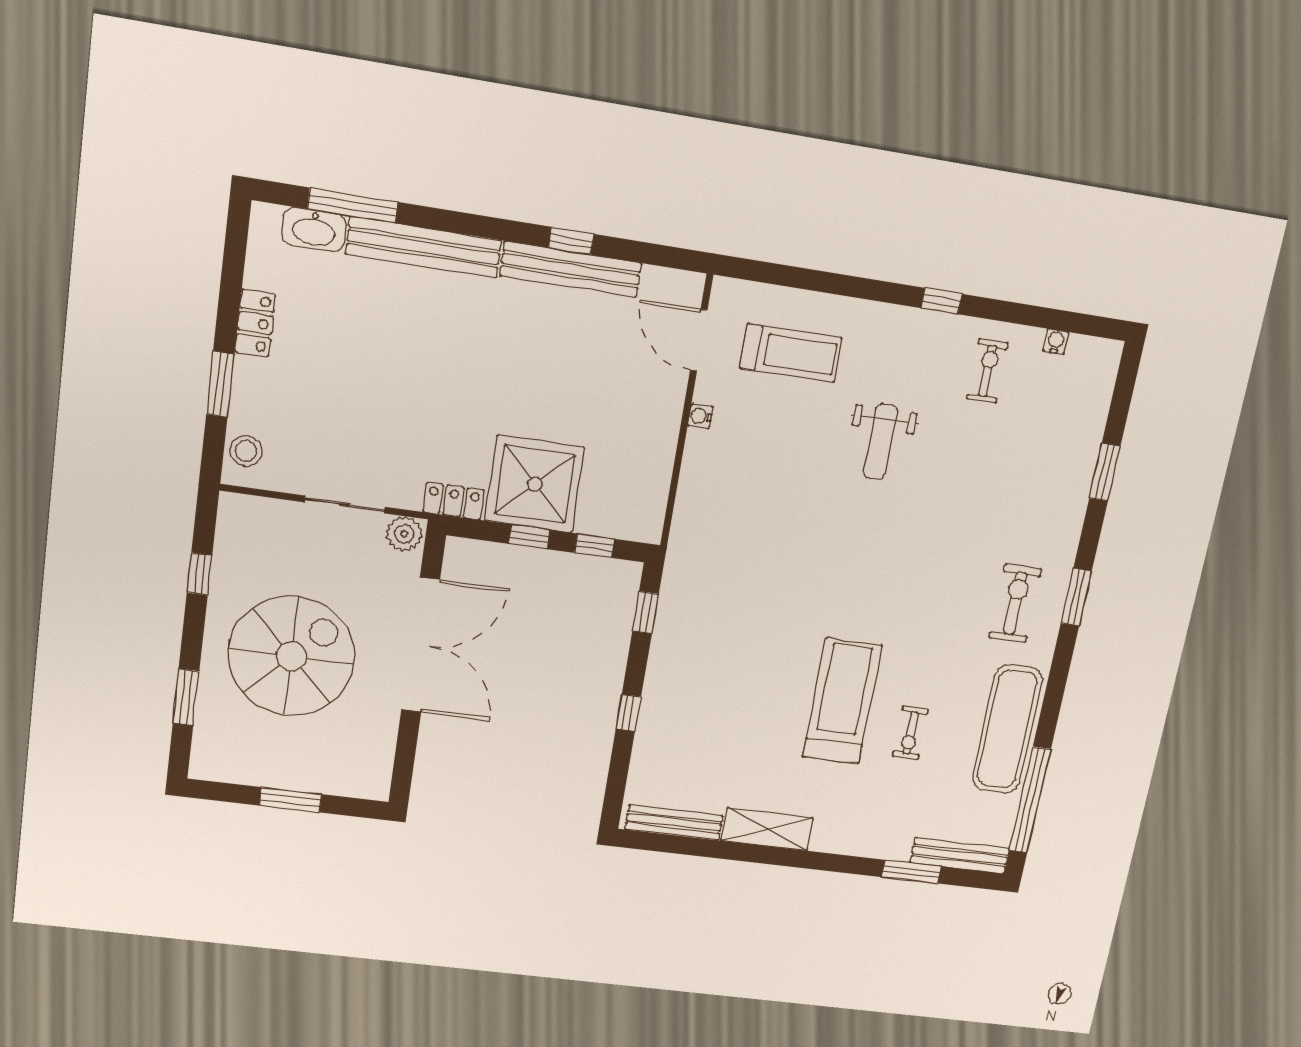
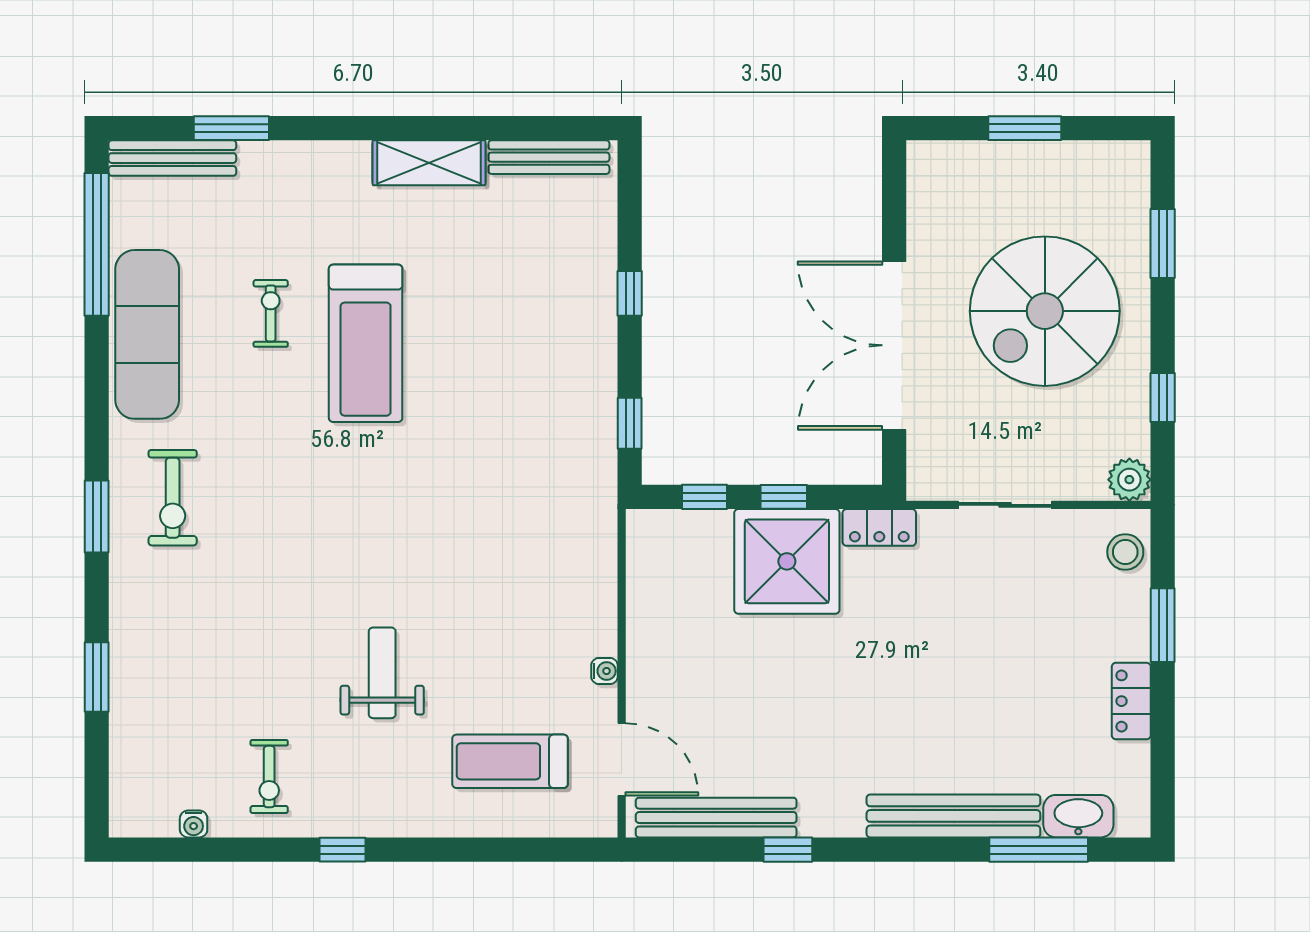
bench: (571, 269) -> (716, 818), moved
plant: (404, 534) -> (1129, 480), moved

